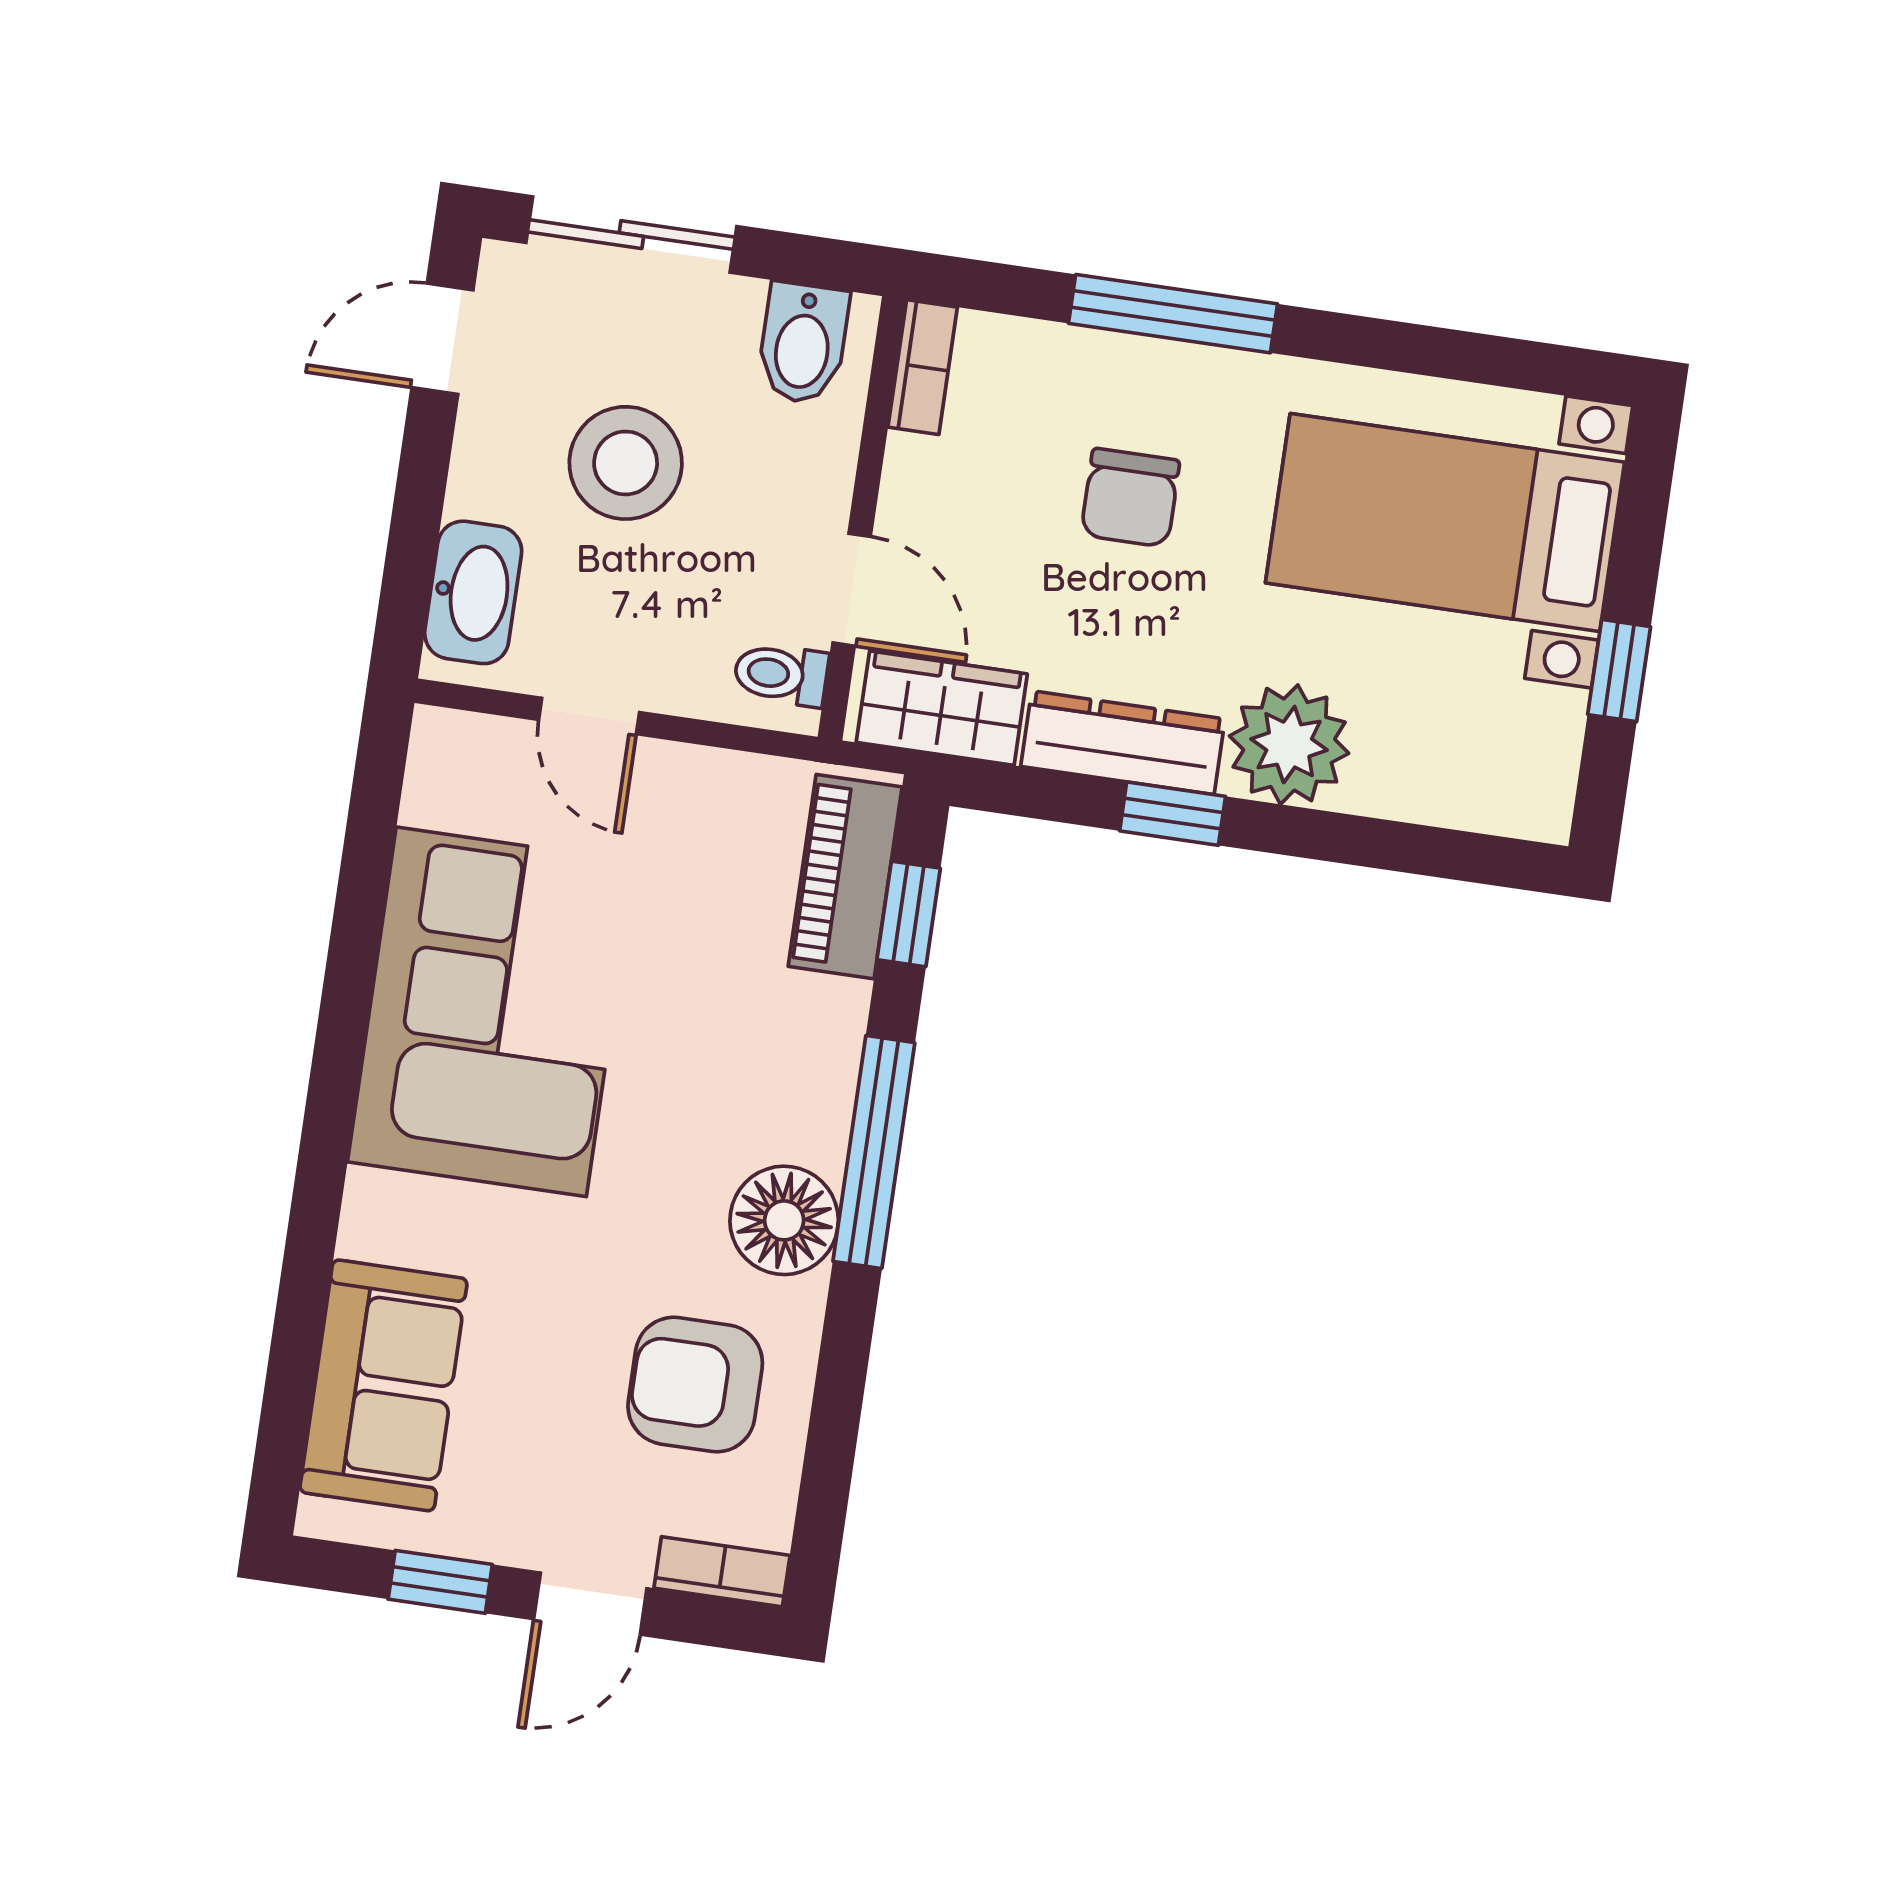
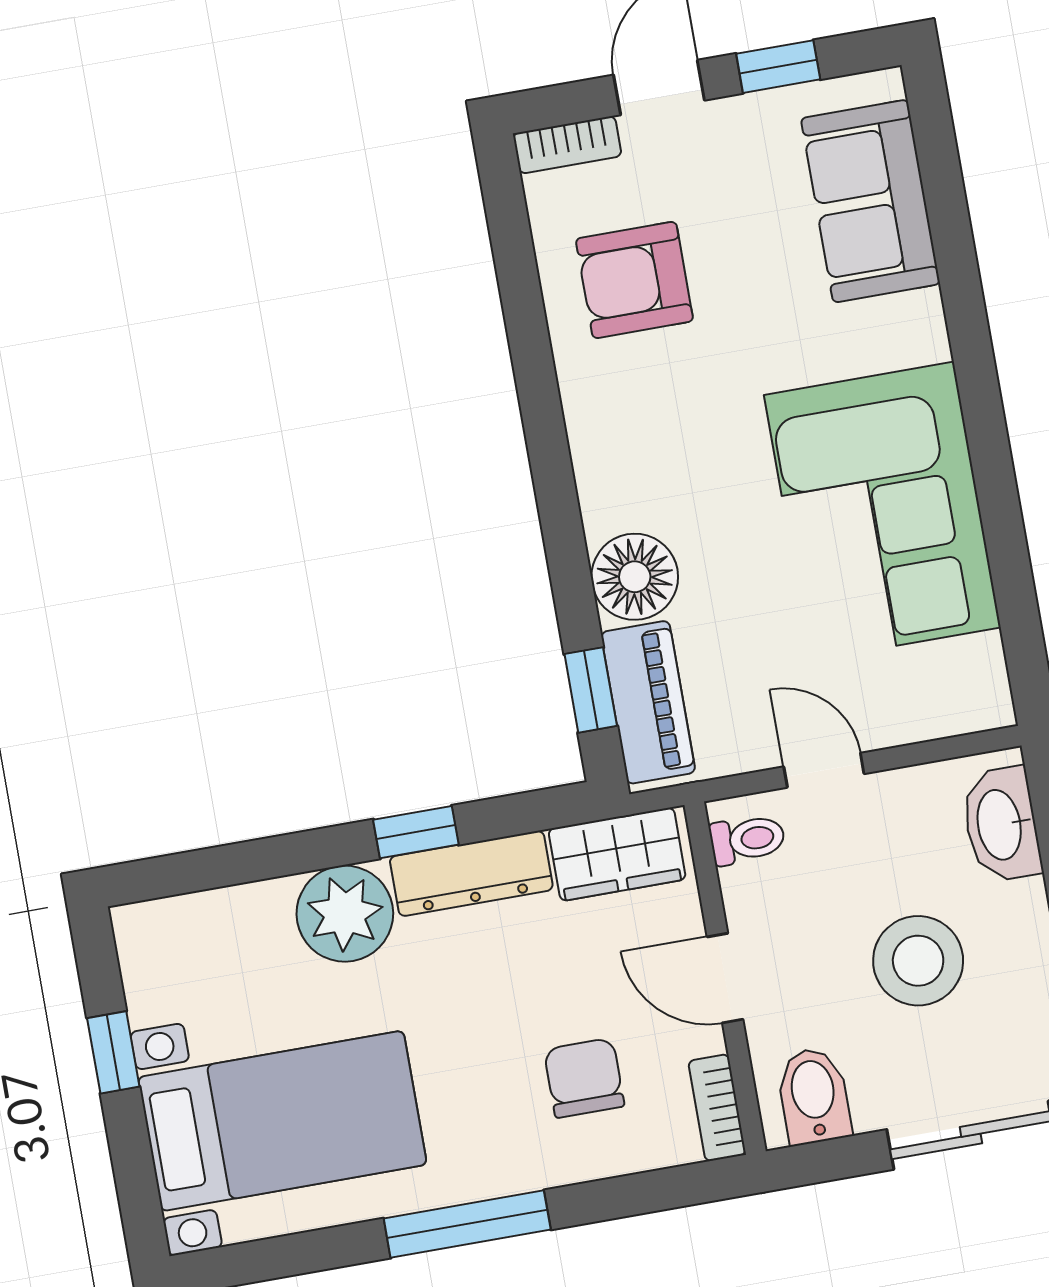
window: (1173, 314) -> (467, 1224), moved
chair: (1130, 498) -> (584, 1078), moved
door: (852, 590) -> (725, 978), moved
door: (589, 716) -> (824, 770), moved
window: (874, 1152) -> (557, 501), removed
floor lamp: (784, 1220) -> (635, 577), moved
armchair: (695, 1385) -> (634, 280), turned 180

